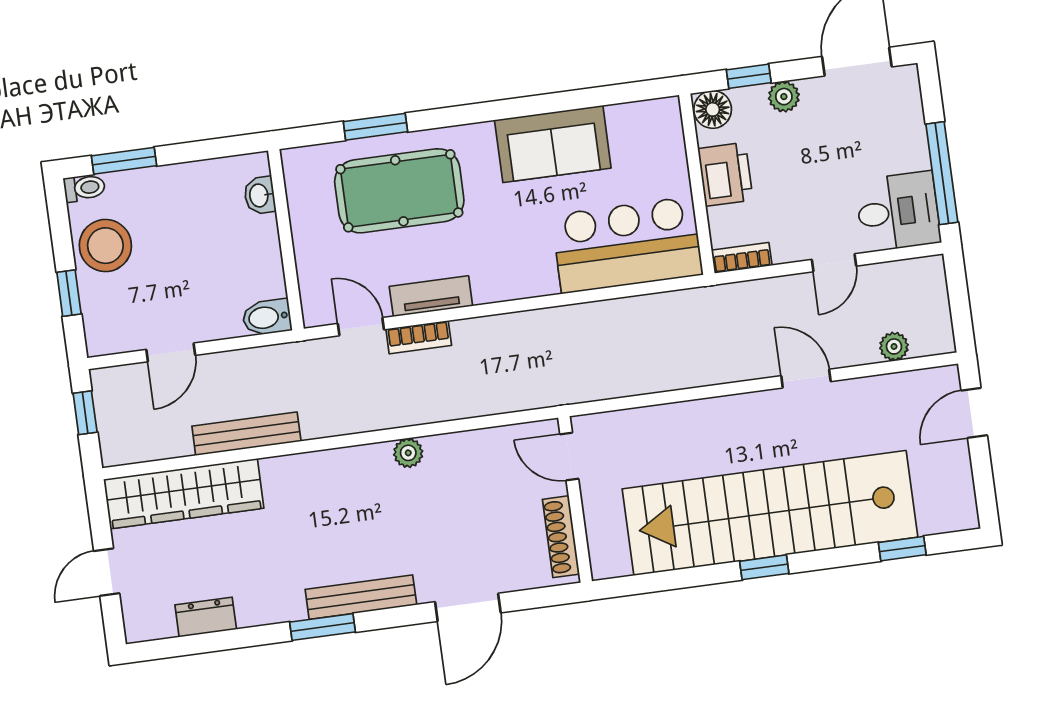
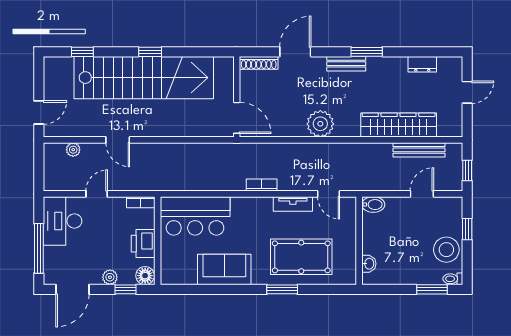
window: (375, 127) -> (282, 289), moved
window: (942, 173) -> (39, 248), moved
desk: (898, 212) -> (62, 221), width x1.37
bookcase: (419, 337) -> (262, 185), moved
bench: (246, 434) -> (419, 150), moved
plant: (408, 453) -> (320, 124), width x1.88, depth x1.88
door: (569, 456) -> (237, 118), width x1.38
wardrobe: (184, 494) -> (399, 125), moved
shoe rack: (561, 537) -> (259, 63), moved, turned 90
bench: (361, 597) -> (346, 64), width x0.73

